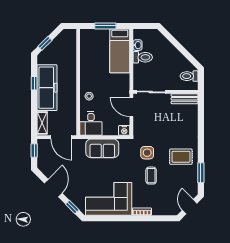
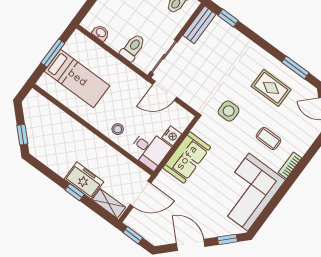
bed: (120, 51) -> (77, 78), moved
toilet: (143, 57) -> (133, 48), moved
window: (34, 83) -> (75, 192), moved
freezer: (47, 88) -> (84, 180), width x0.52, depth x0.79
window: (201, 113) -> (228, 18), added
nightstand: (124, 130) -> (172, 136), moved
rug: (181, 157) -> (271, 88), moved, turned 90
coffee table: (151, 176) -> (268, 138), moved

